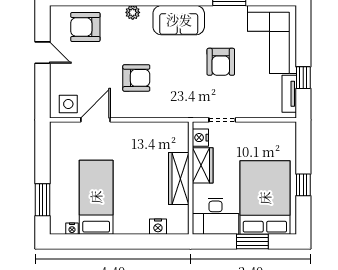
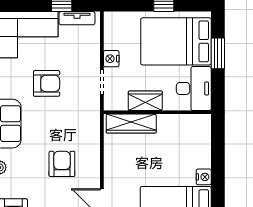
nightstand: (200, 138) -> (111, 59), moved, turned 90
wardrobe: (179, 179) -> (131, 124), moved
nightstand: (158, 227) -> (204, 177), moved

